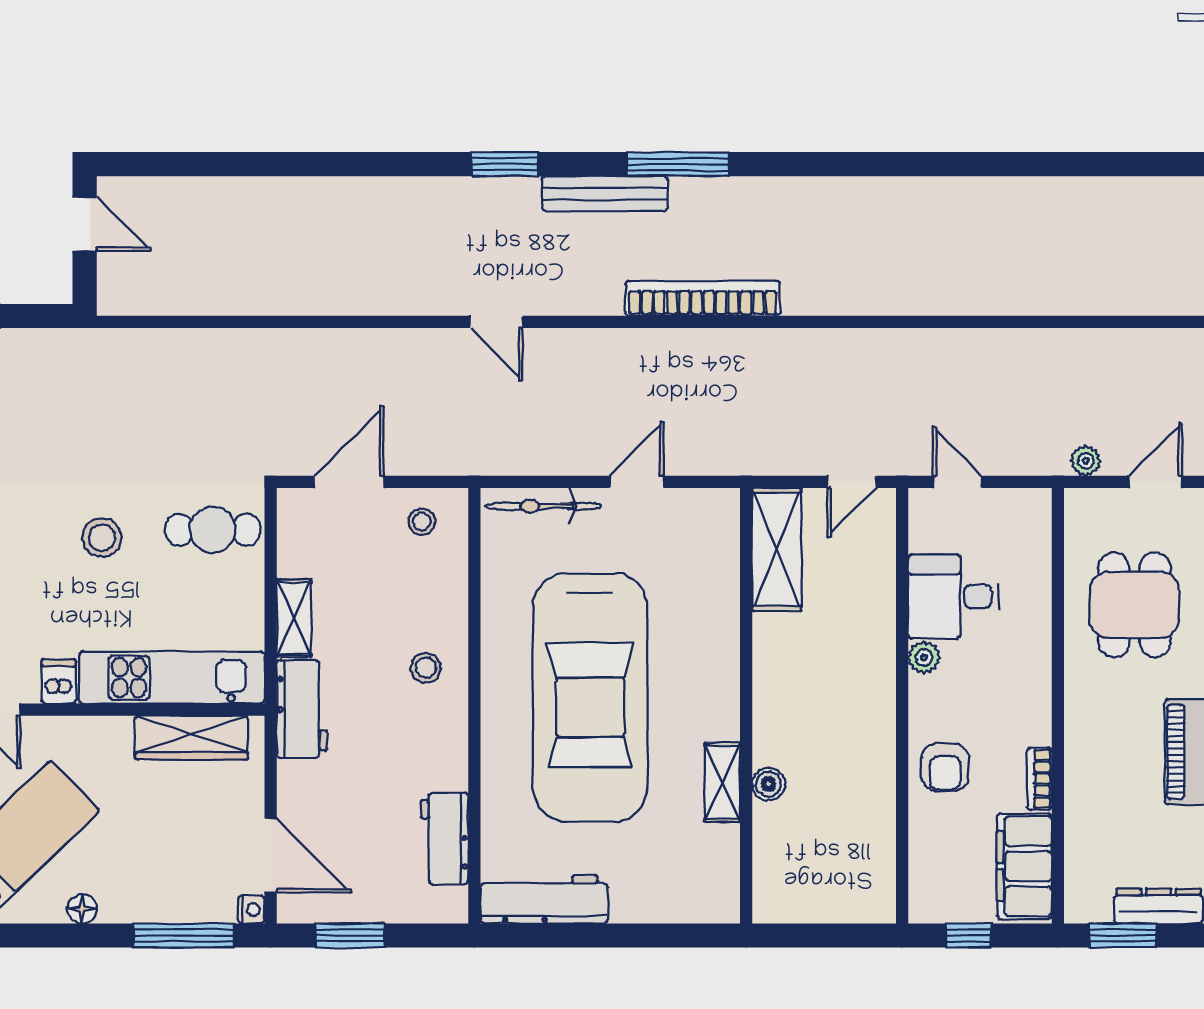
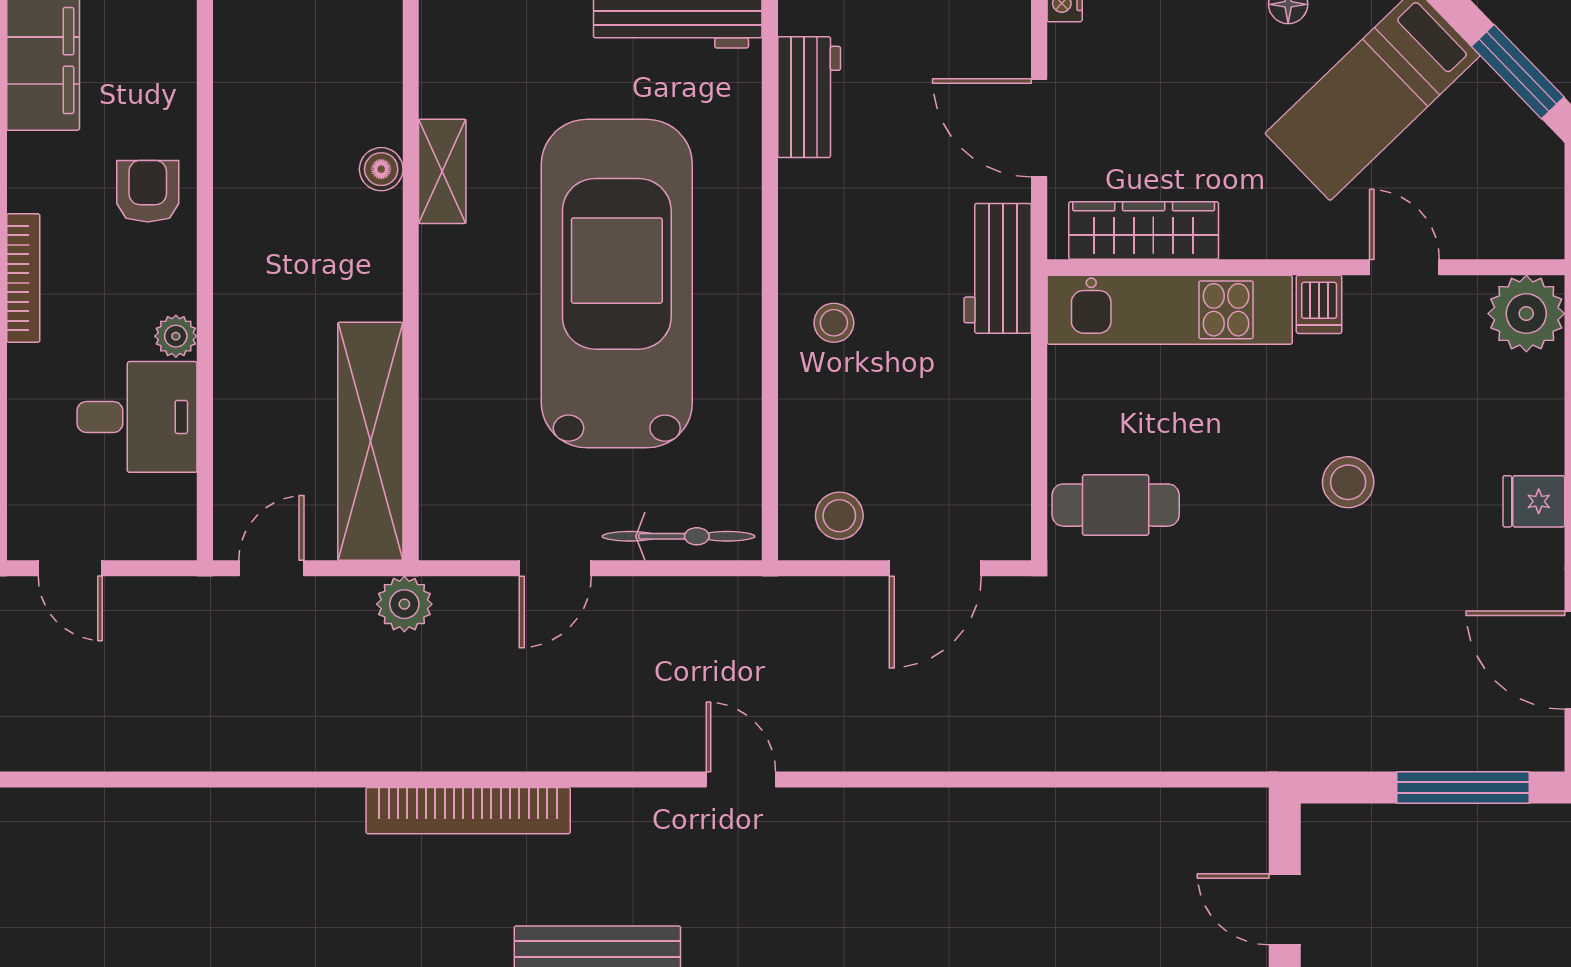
plant: (751, 455) -> (404, 604), added
door: (957, 482) -> (70, 568), moved
stool: (422, 522) -> (839, 516), width x1.37, depth x1.37
stool: (102, 538) -> (1348, 482), moved
shelving: (777, 549) -> (370, 441), width x1.47
shelving: (294, 618) -> (1008, 389), removed
bookcase: (1039, 779) -> (23, 278), moved, width x1.56
door: (271, 855) -> (1039, 128), moved

